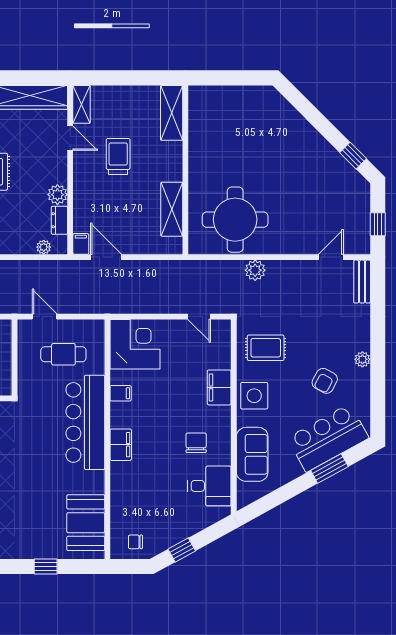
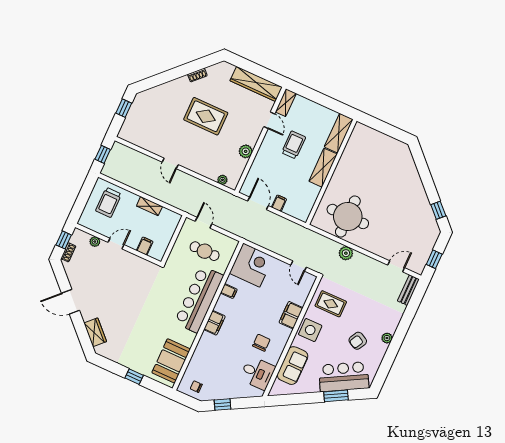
shelving: (172, 209) -> (323, 168), moved
dresser: (59, 220) -> (240, 168), removed
filing cabinet: (81, 244) -> (279, 203), moved

